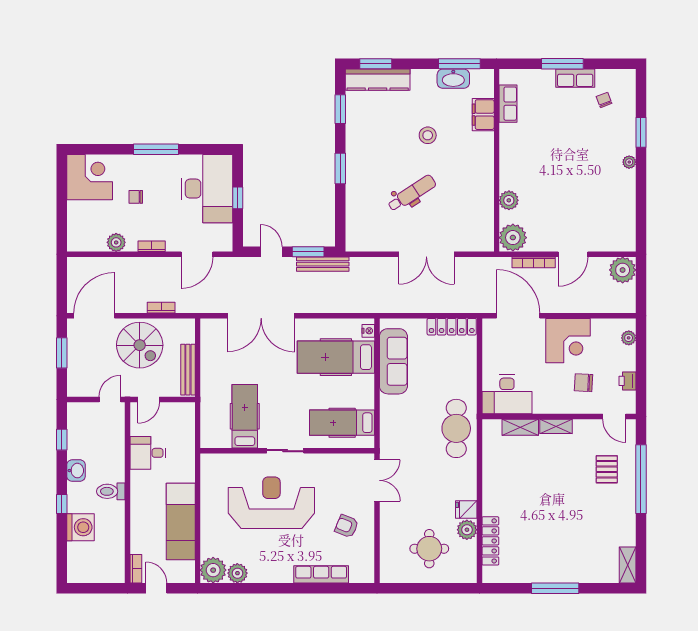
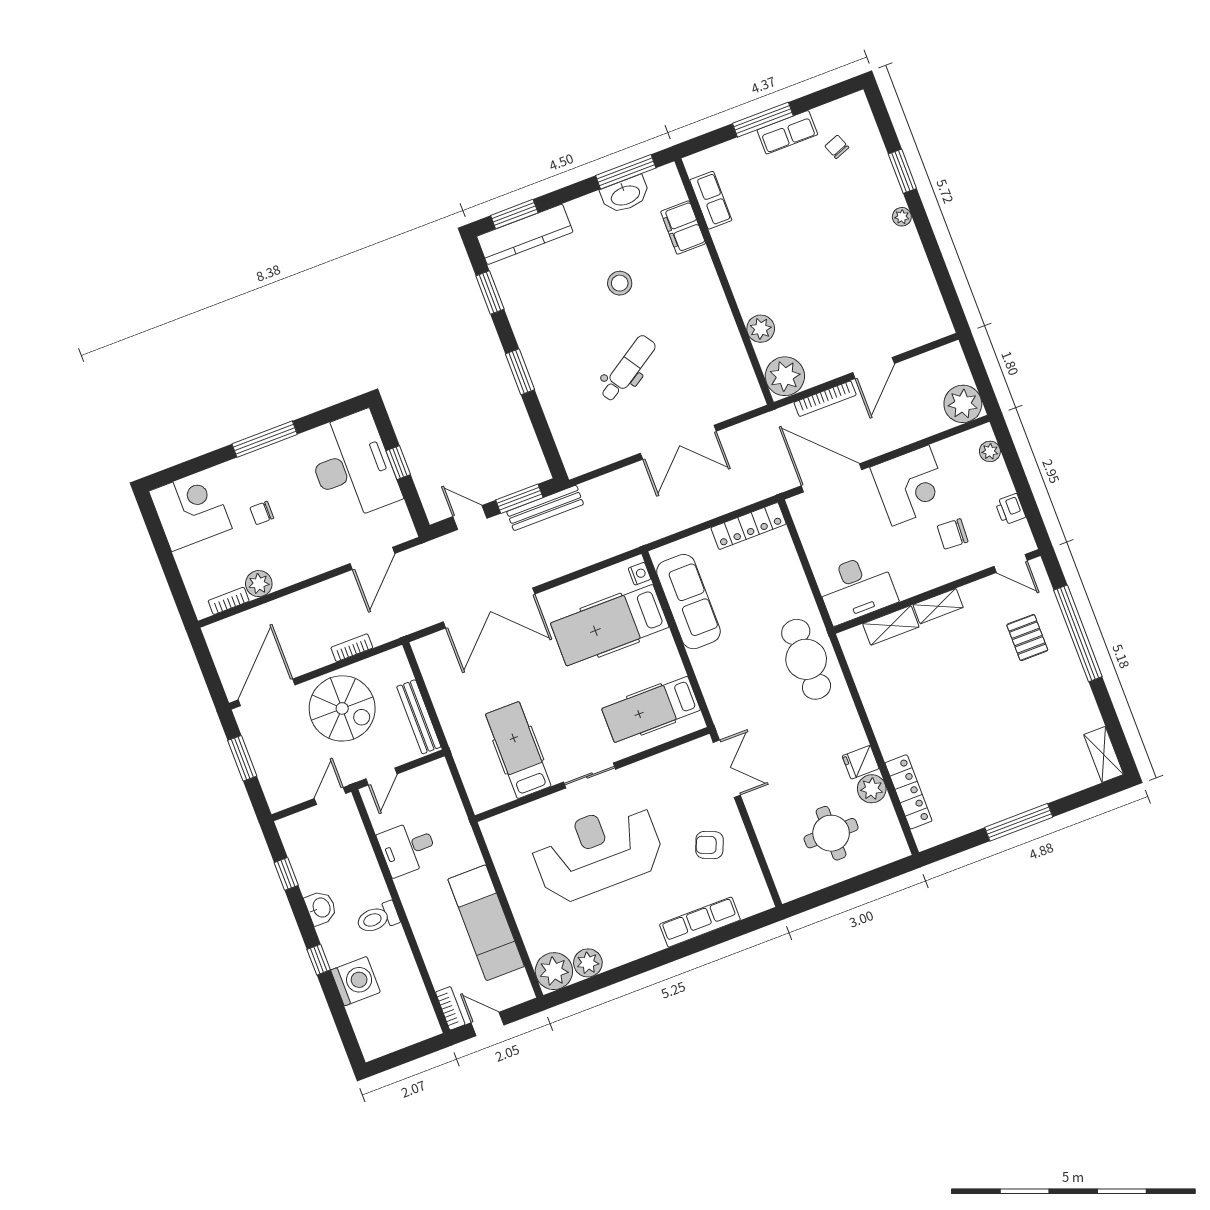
bookcase: (152, 246) -> (229, 601), moved
plant: (623, 270) -> (963, 404), moved

